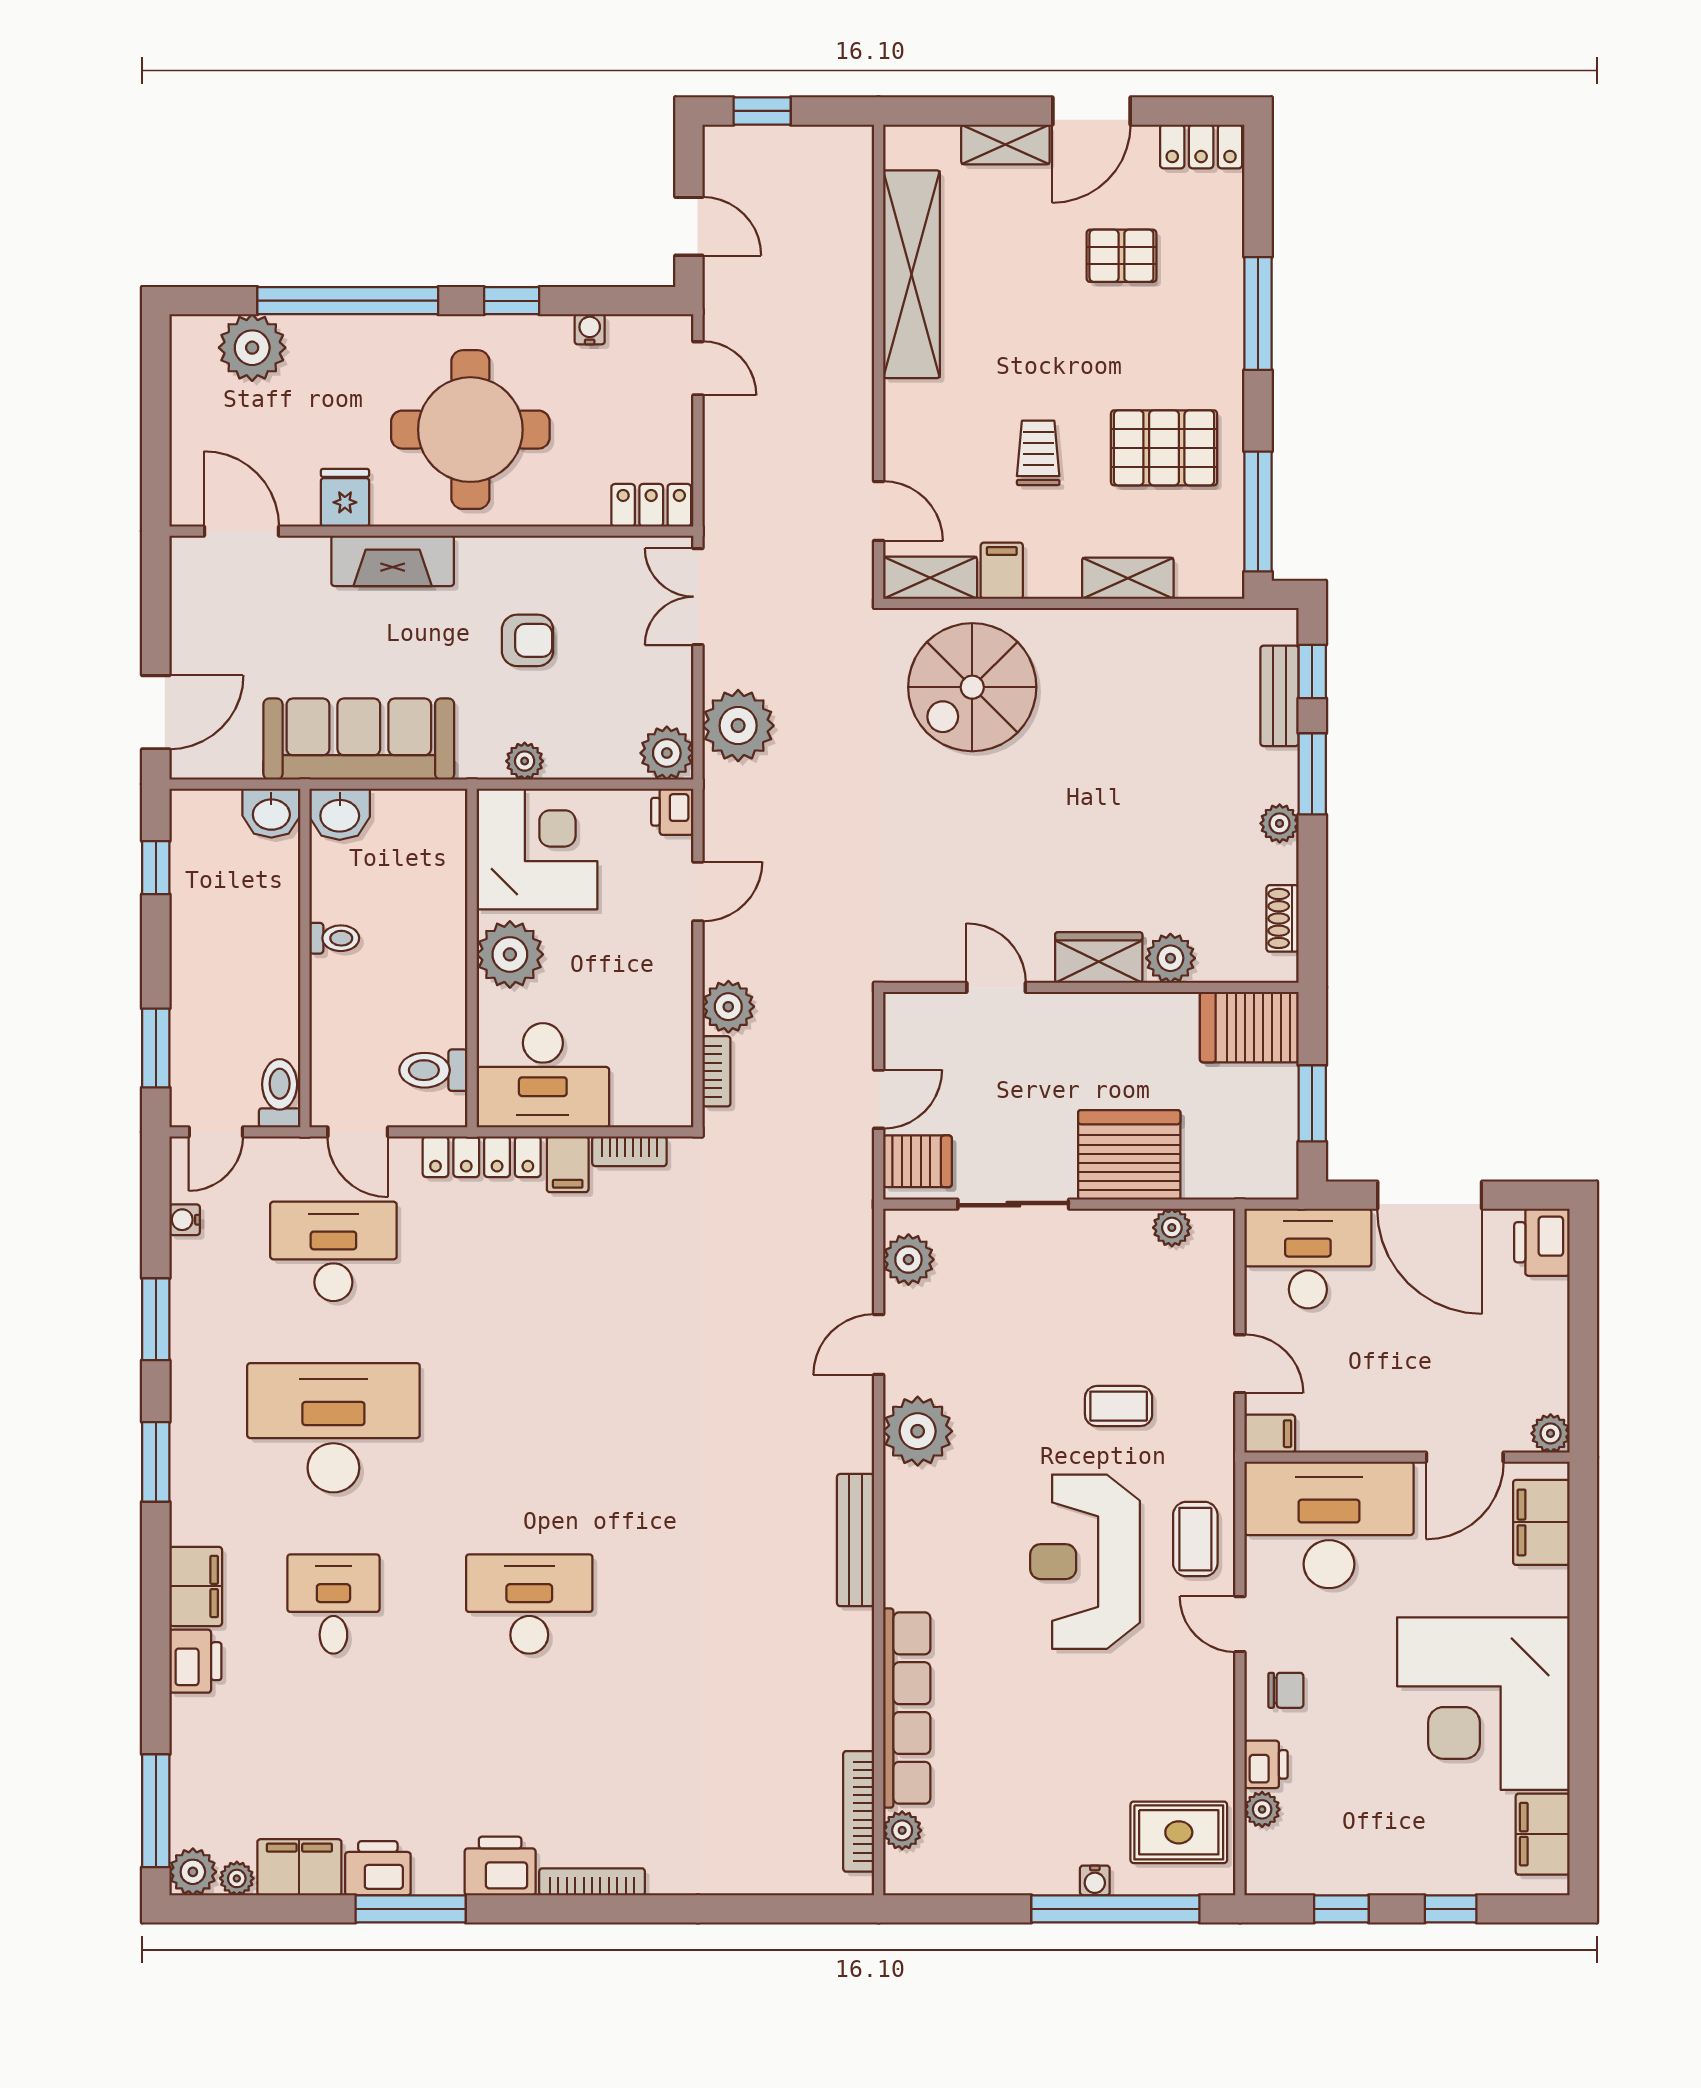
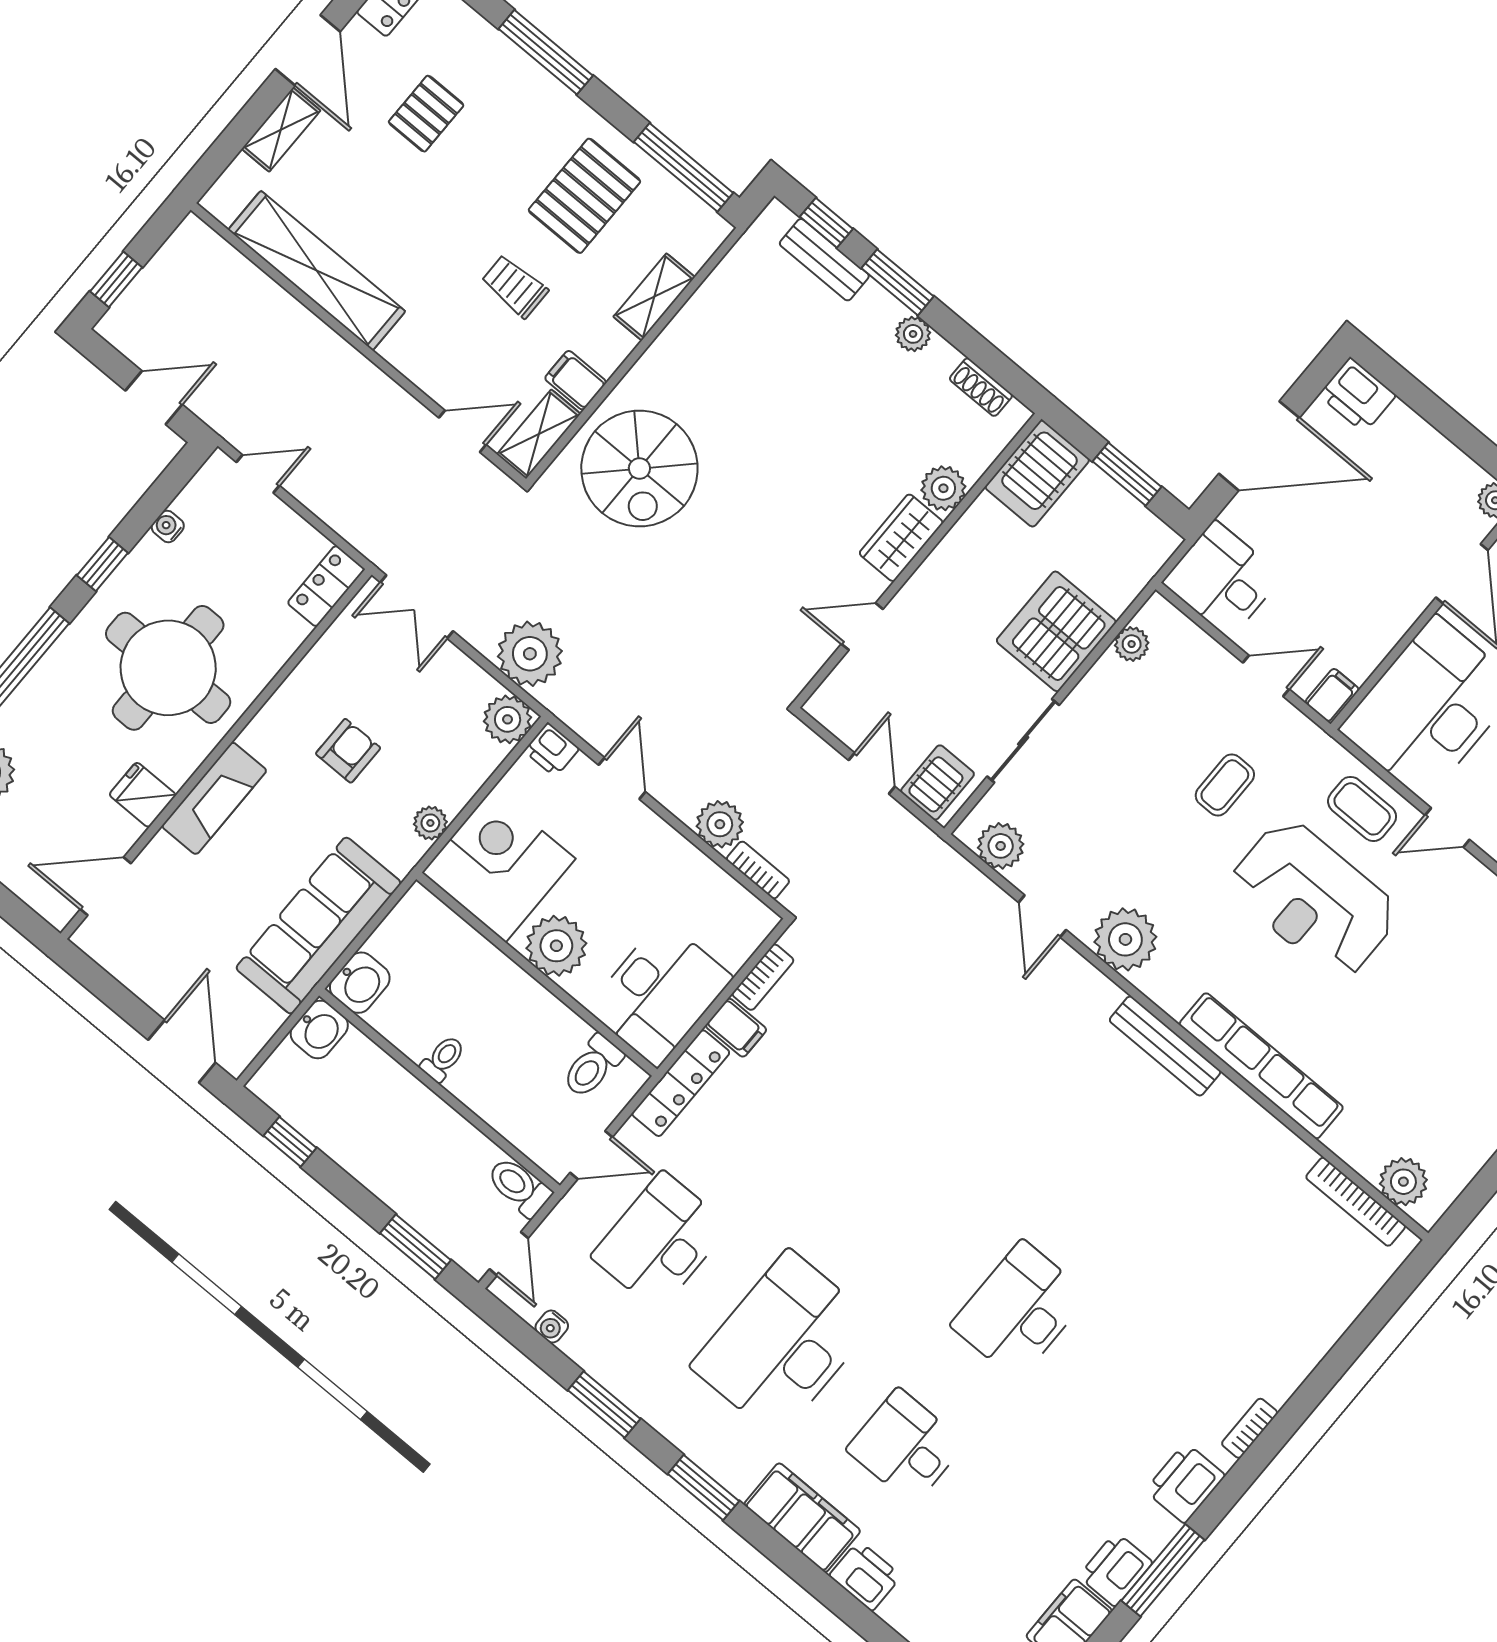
desk: (1308, 1259) -> (1222, 579), width x0.73
filing cabinet: (196, 1586) -> (802, 1518), width x1.50, depth x1.17
row of seats: (907, 1708) -> (1261, 1066), moved
plant: (902, 1830) -> (1403, 1182), width x1.38, depth x1.38
bookcase: (592, 1882) -> (1250, 1428), width x0.64

